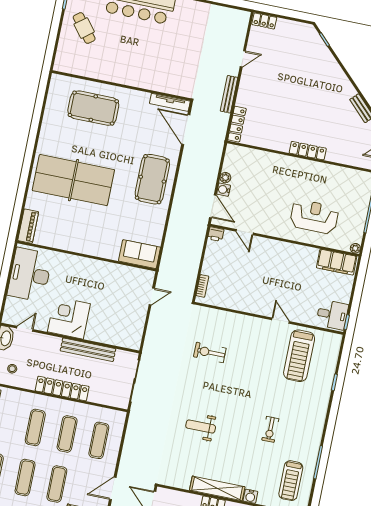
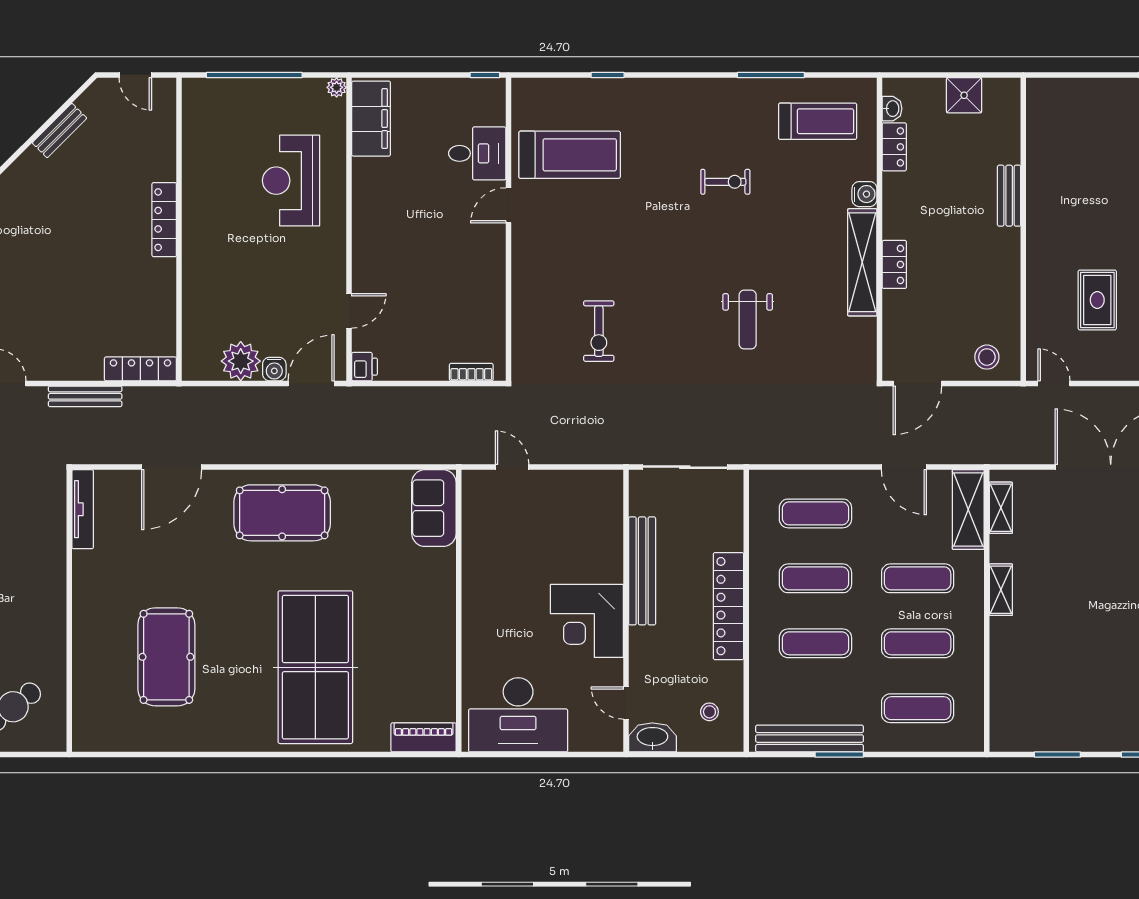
wall: (121, 86) -> (69, 611), moved
tv unit: (170, 102) -> (83, 509), moved
plant: (225, 178) -> (241, 361), width x1.88, depth x1.88
desk: (332, 315) -> (477, 153), moved, turned 90

